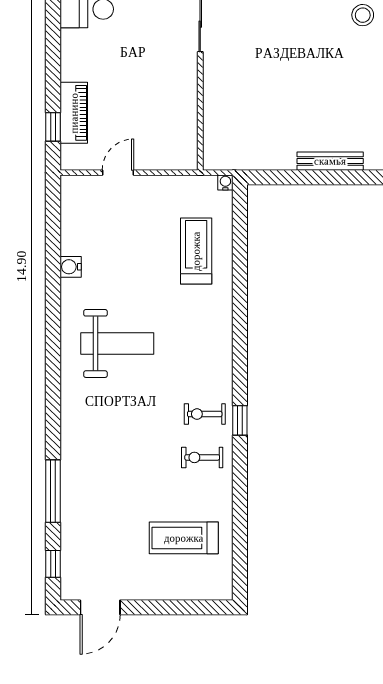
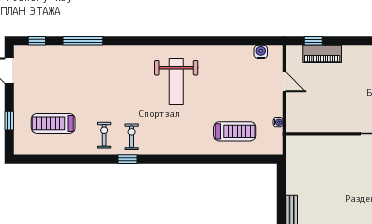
water cooler: (225, 183) -> (278, 122), moved
water cooler: (71, 267) -> (261, 52), moved
treadmill: (184, 538) -> (53, 123), turned -90
window: (179, 607) -> (9, 121), added

